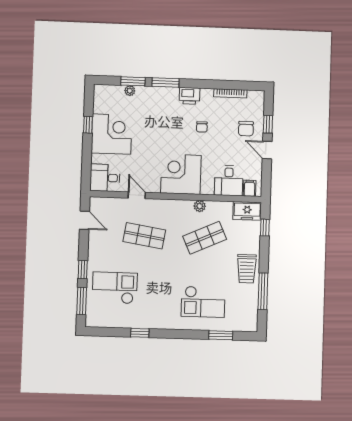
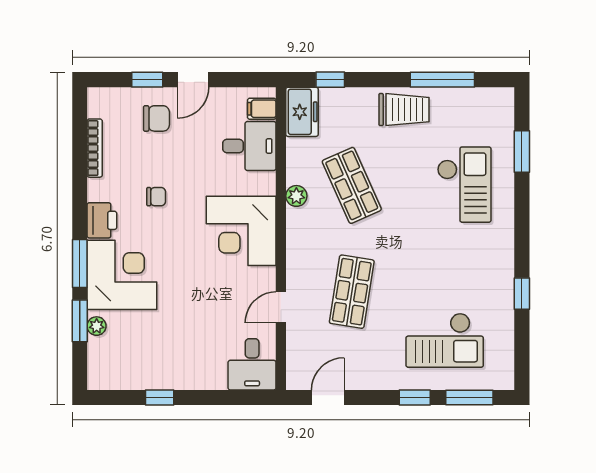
corner desk: (112, 134) -> (122, 275), moved, turned 90
checkout: (115, 288) -> (445, 340), turned -90

